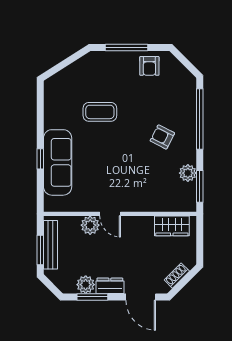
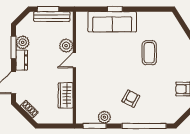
wardrobe: (172, 226) -> (66, 95), moved

